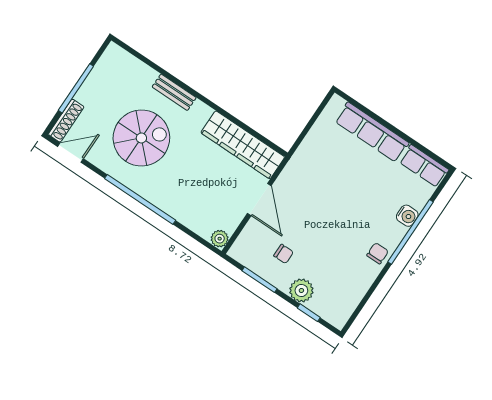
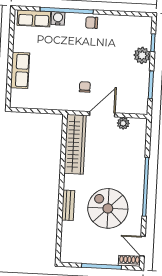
shoe rack: (66, 121) -> (129, 261), width x0.70
row of seats: (372, 132) -> (20, 70), width x0.68
row of seats: (424, 166) -> (34, 18), moved, turned 90
plant: (220, 239) -> (123, 123), moved
chair: (284, 254) -> (85, 87), moved

